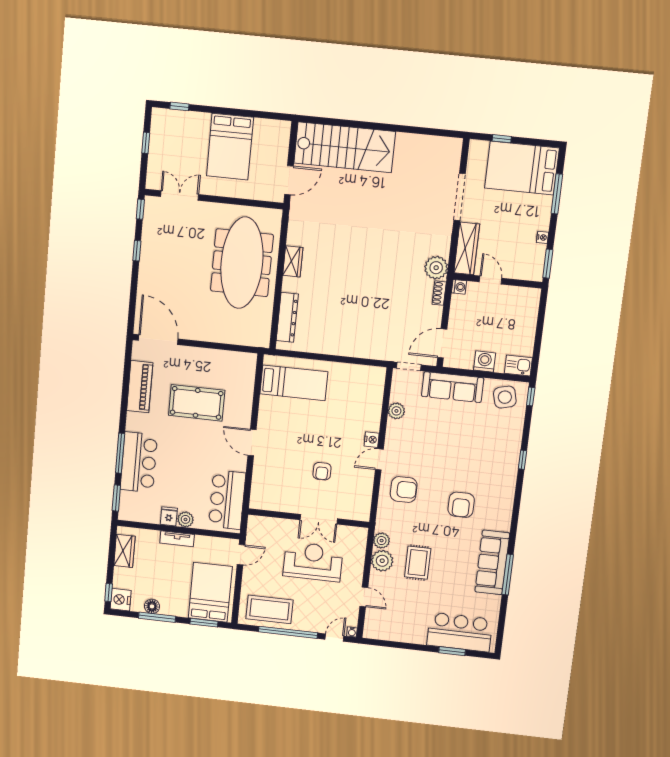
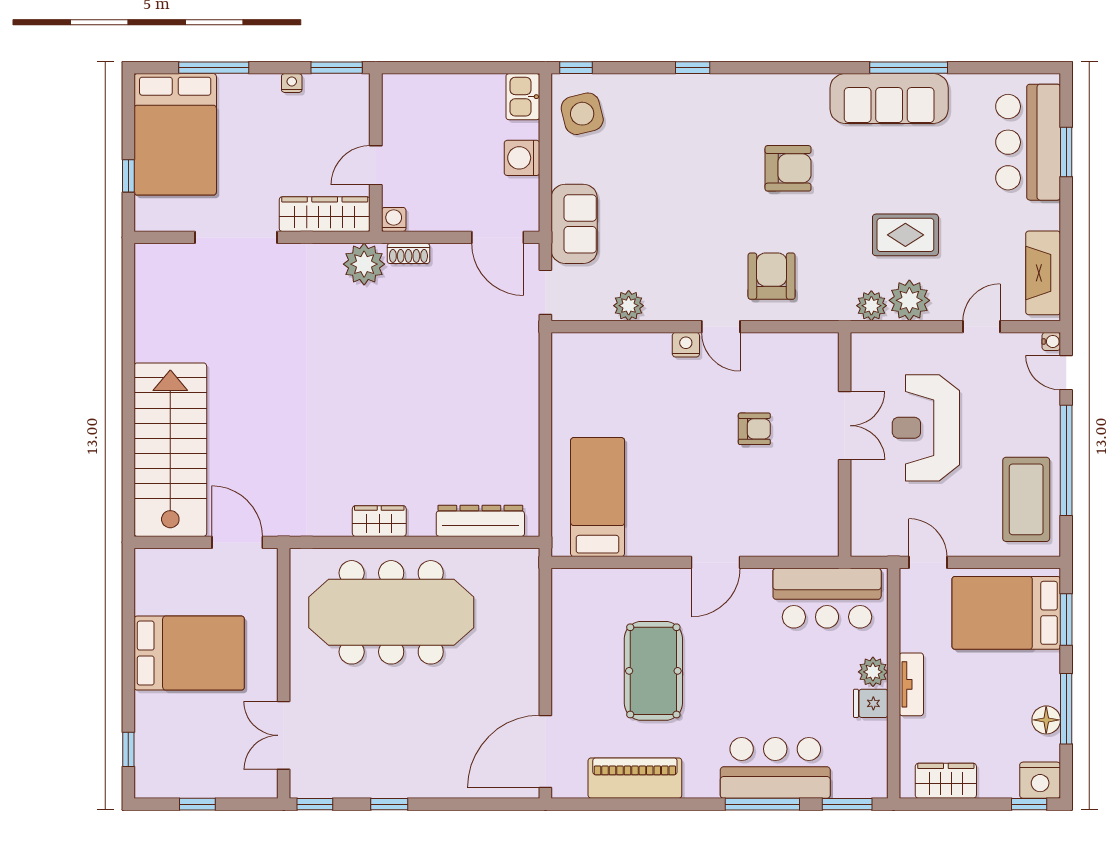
sofa: (453, 387) -> (574, 224), width x0.73
fireplace: (389, 632) -> (1043, 273), added

